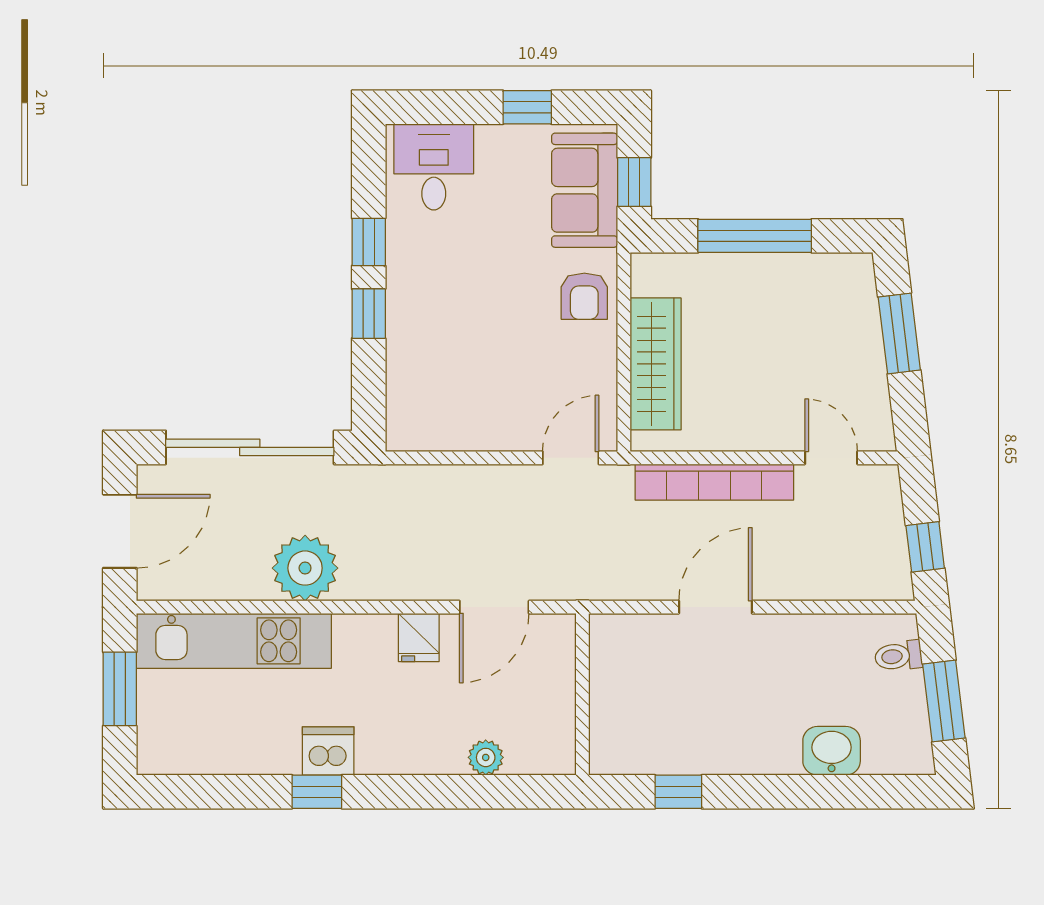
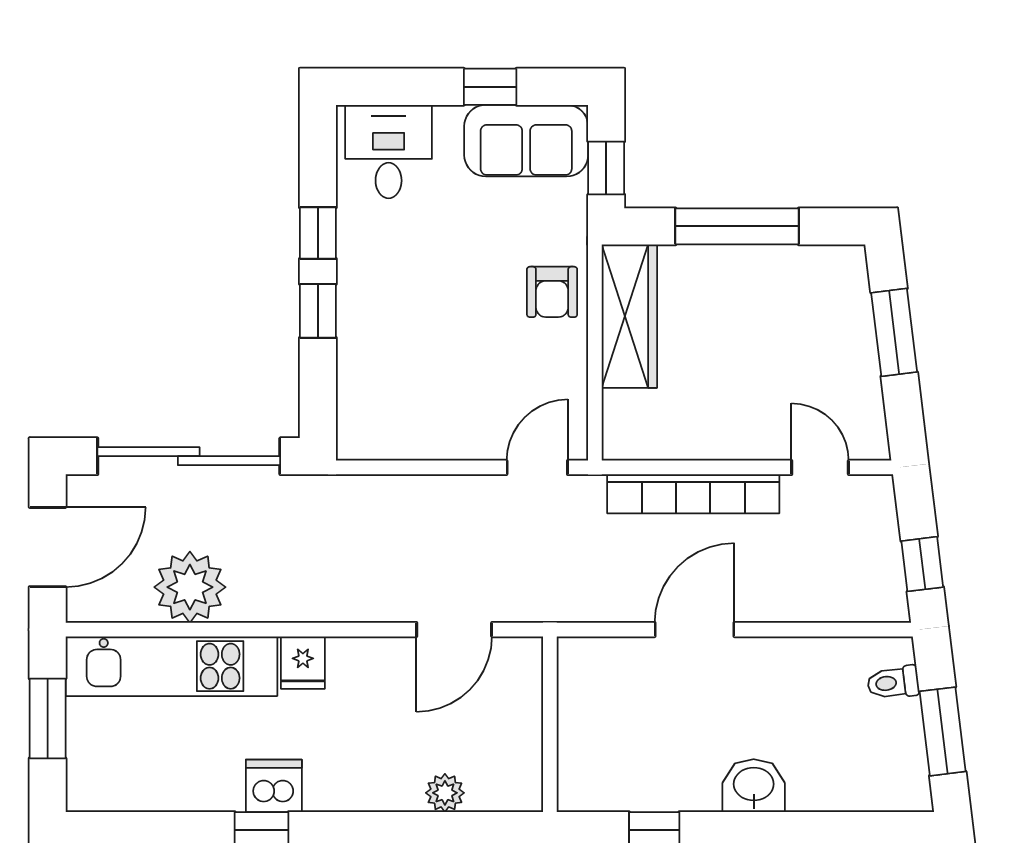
sofa: (585, 190) -> (526, 141), moved, turned -90
wardrobe: (656, 364) -> (629, 316), moved
plant: (305, 568) -> (190, 587), moved
fridge: (419, 638) -> (303, 663), moved
washbasin: (832, 751) -> (754, 786), moved

